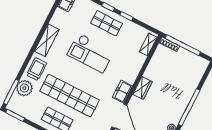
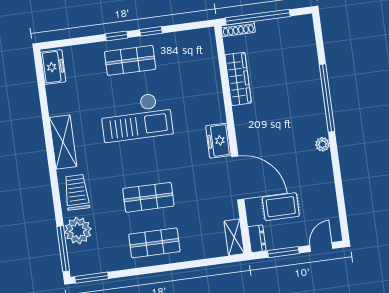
shelving: (148, 45) -> (209, 50), removed
wardrobe: (143, 88) -> (238, 79), moved, width x1.50
shop shelf: (70, 96) -> (148, 197), width x0.50, depth x0.74

